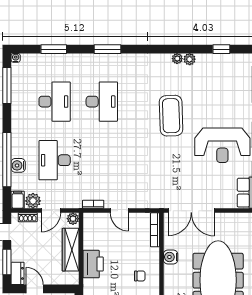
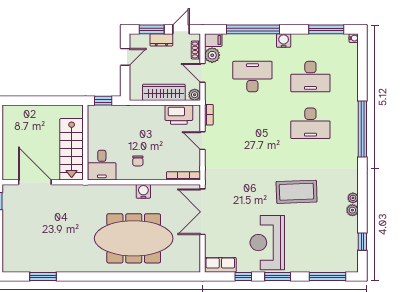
window: (54, 49) -> (362, 76), removed
window: (108, 49) -> (362, 129), width x2.11
water cooler: (18, 165) -> (284, 41), moved
door: (119, 211) -> (203, 141), hinge flipped
water cooler: (171, 257) -> (143, 191), moved
printer: (93, 264) -> (179, 115), moved
dresser: (18, 273) -> (161, 40), moved

